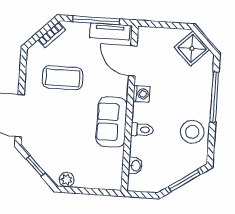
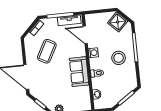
coffee table: (63, 78) -> (47, 51), turned -62
stool: (192, 132) -> (119, 58), moved

